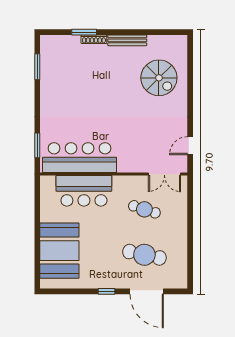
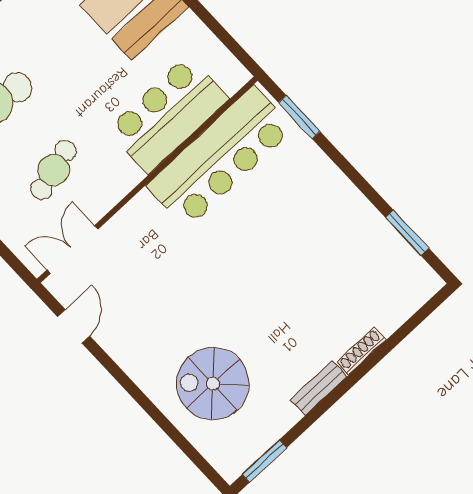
window: (84, 32) -> (264, 461), moved
bench: (127, 40) -> (319, 388), width x0.73
cafe table: (144, 209) -> (53, 170), turned -33

